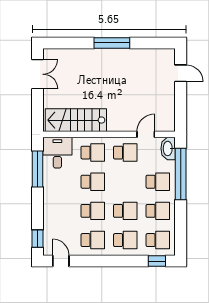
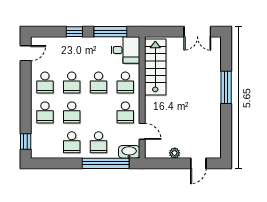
window: (112, 43) -> (226, 87), moved
plant: (169, 99) -> (175, 153), added
window: (37, 239) -> (74, 32), moved
school desk: (158, 240) -> (45, 142), removed

